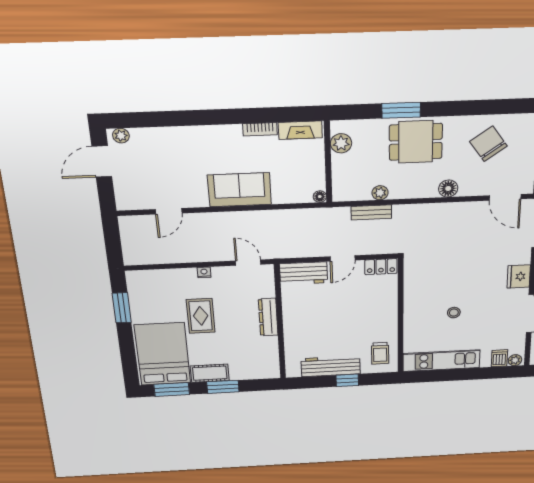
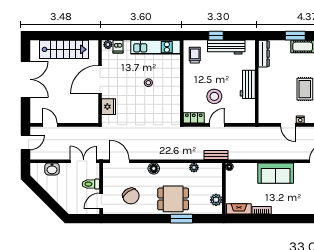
bench: (371, 212) -> (216, 155), moved
door: (248, 263) -> (288, 125), moved
workbench: (303, 273) -> (248, 84), moved, turned -90
stool: (348, 299) -> (214, 96), added
dresser: (268, 317) -> (264, 54), moved

